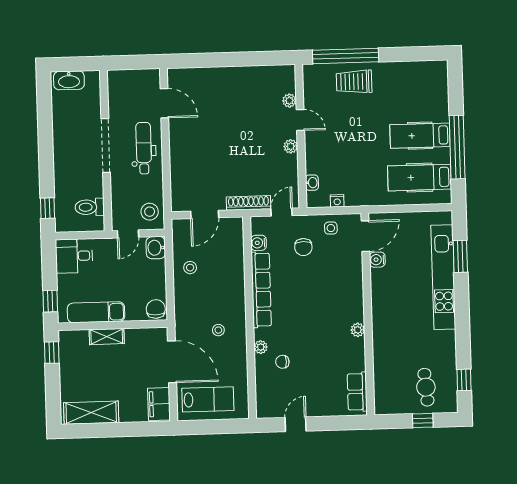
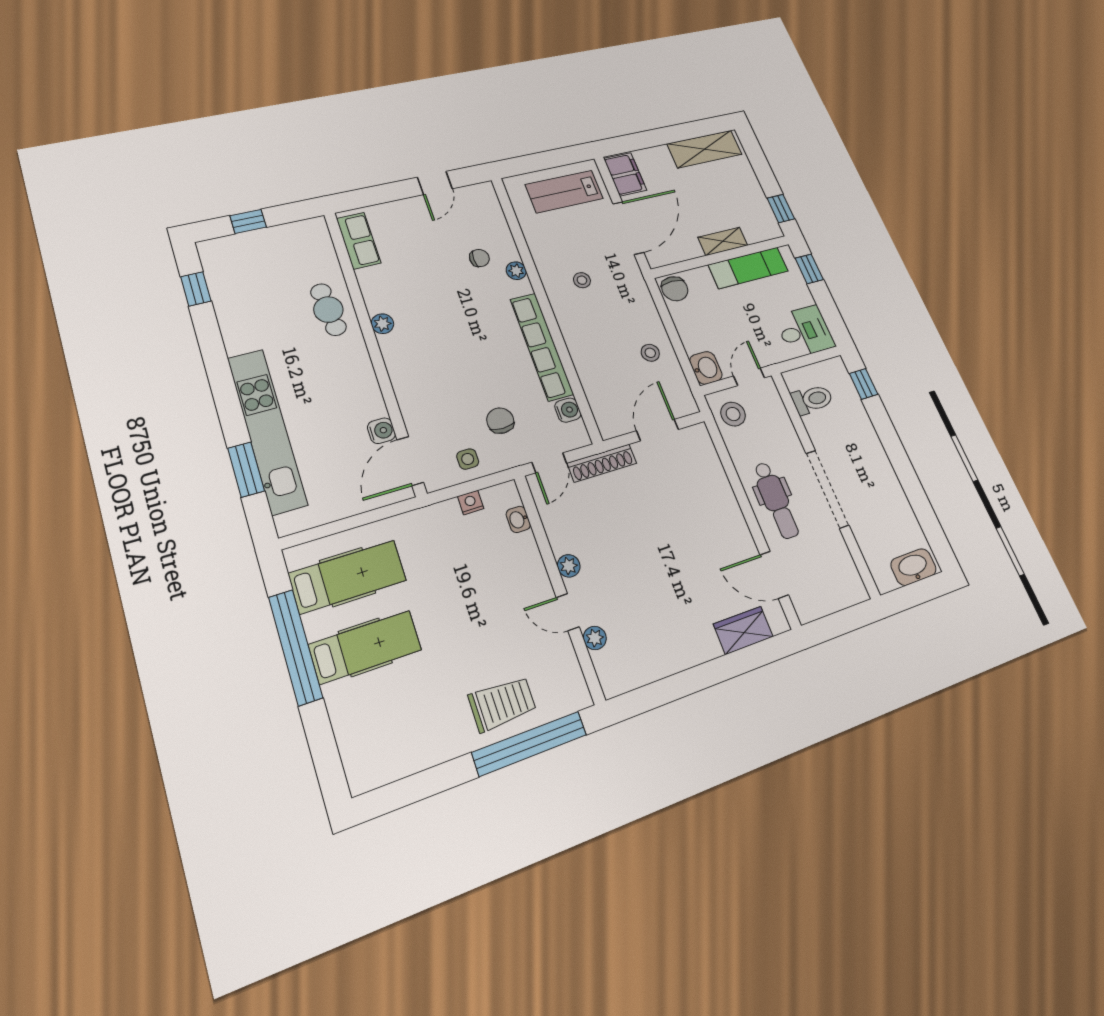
wardrobe: (198, 77) -> (743, 630), added
door: (172, 362) -> (628, 228), swing flipped
cafe table: (426, 387) -> (328, 310), moved

